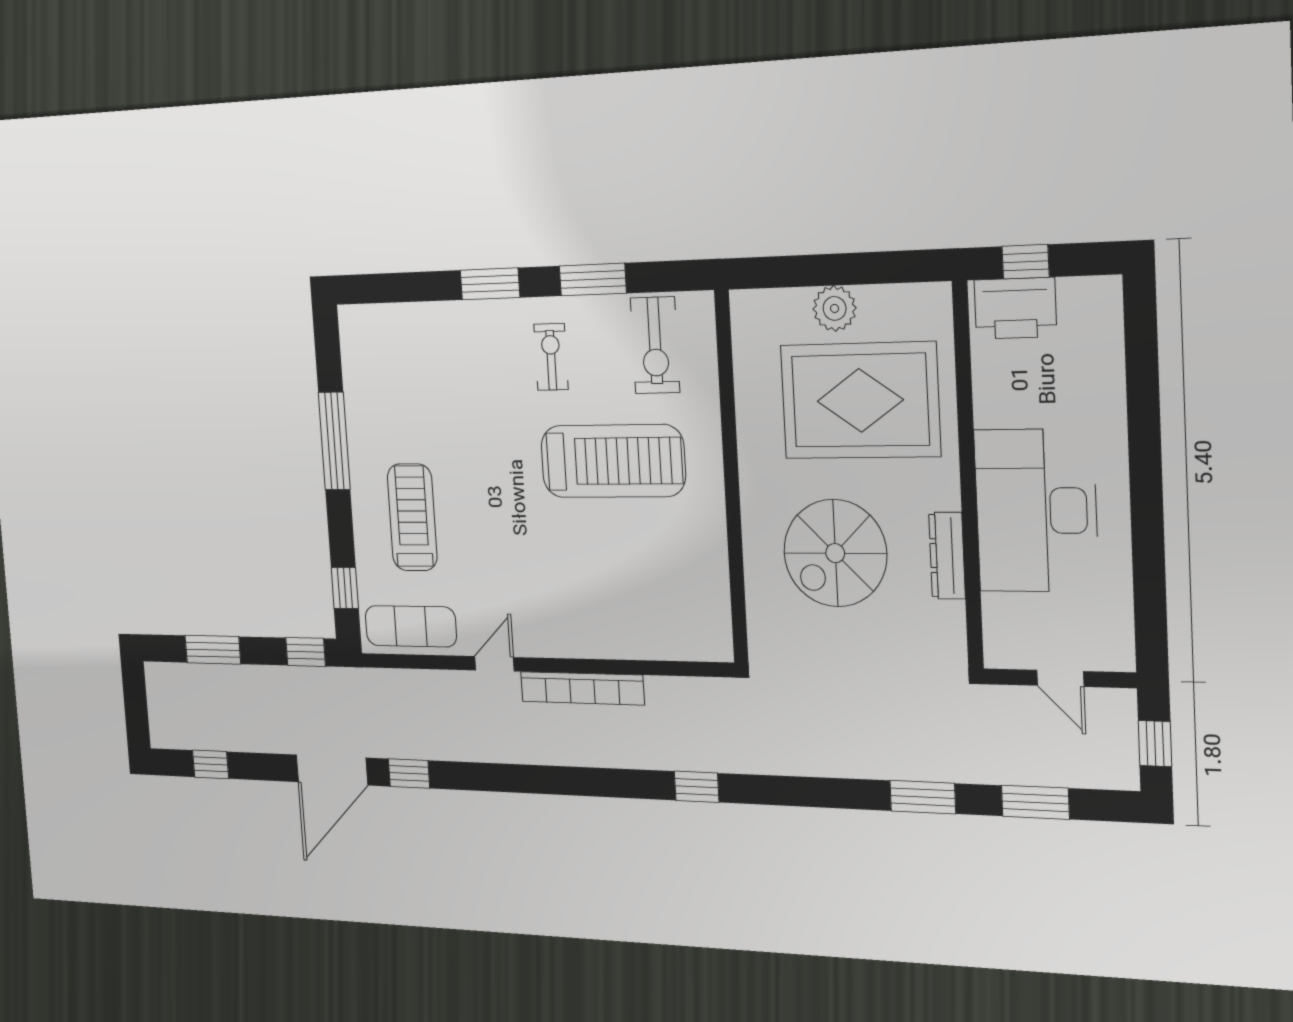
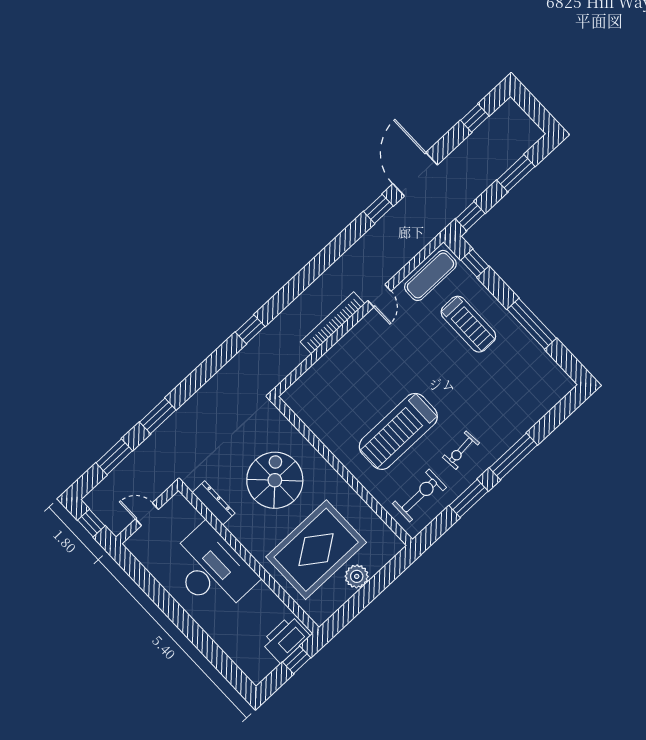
window: (490, 284) -> (513, 456), width x1.44
exercise bike: (655, 345) -> (419, 495), turned 90
exercise bike: (551, 357) -> (461, 450), turned 85
dresser: (947, 556) -> (214, 503), moved

